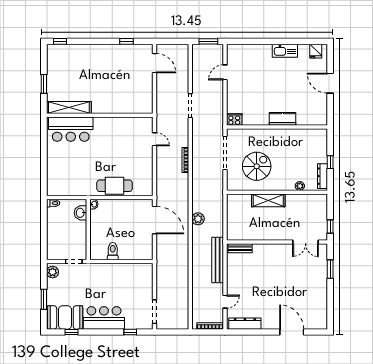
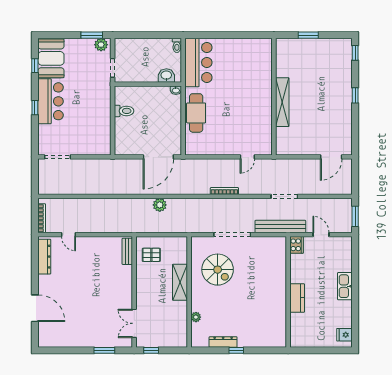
window: (127, 41) -> (355, 95), moved
kitchen sink: (285, 51) -> (345, 286), moved
door: (330, 83) -> (309, 350), removed
shelving: (69, 107) -> (282, 102), moved
kitchen counter: (282, 119) -> (297, 298), moved
cooker: (234, 120) -> (297, 245), moved
wall: (277, 127) -> (288, 292), moved
bar counter: (71, 129) -> (198, 63), moved, turned 180
window: (330, 162) -> (236, 350), moved
dresser: (322, 176) -> (223, 342), moved
pallet: (243, 226) -> (151, 255), added
bench: (218, 260) -> (280, 226), moved
window: (44, 299) -> (92, 35), moved
window: (130, 332) -> (35, 108), moved
door: (292, 332) -> (35, 308), hinge flipped

